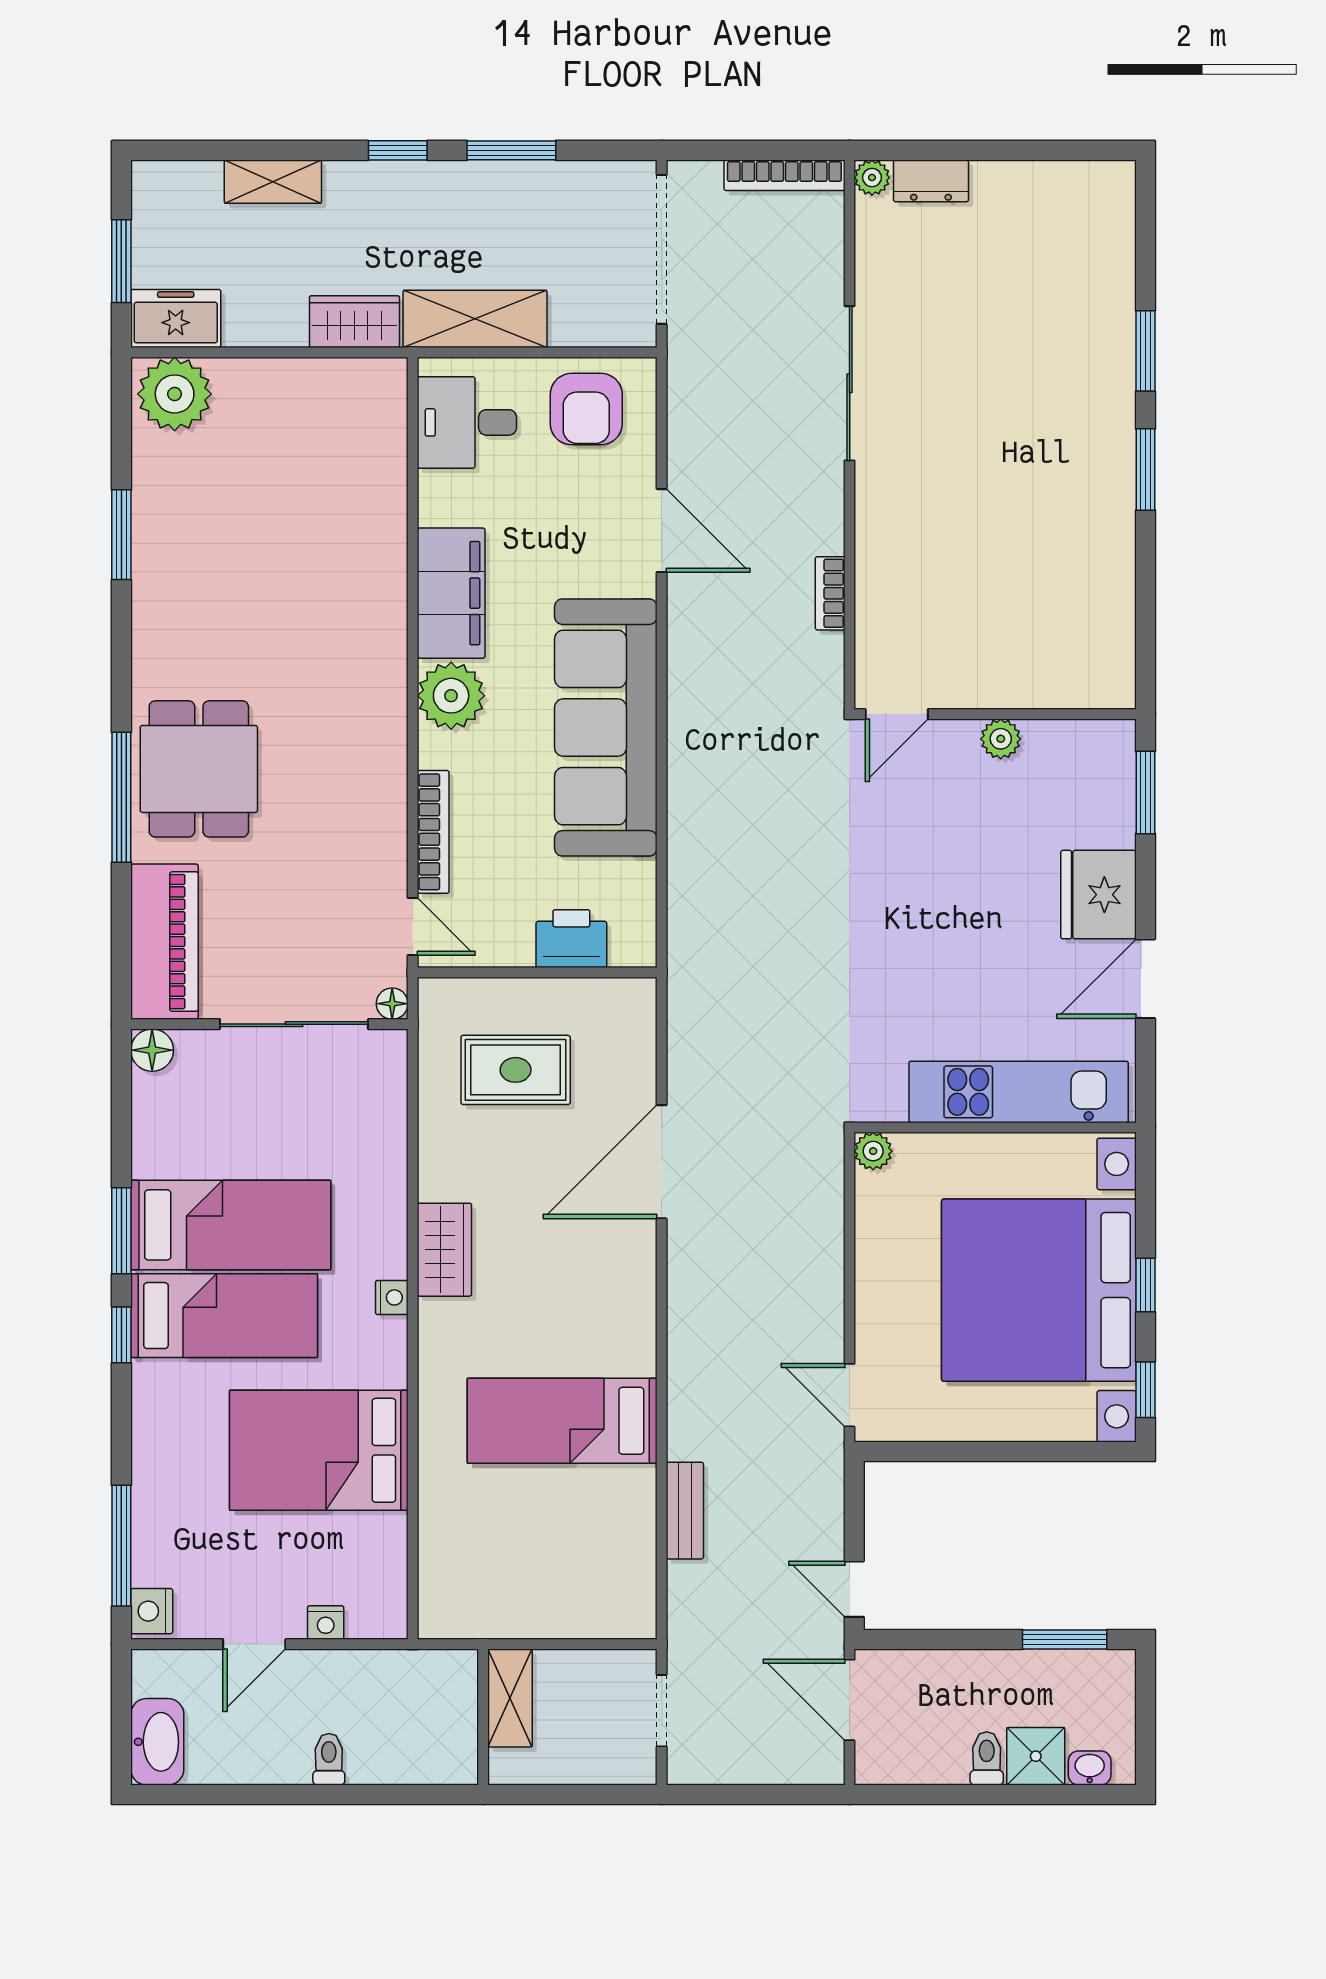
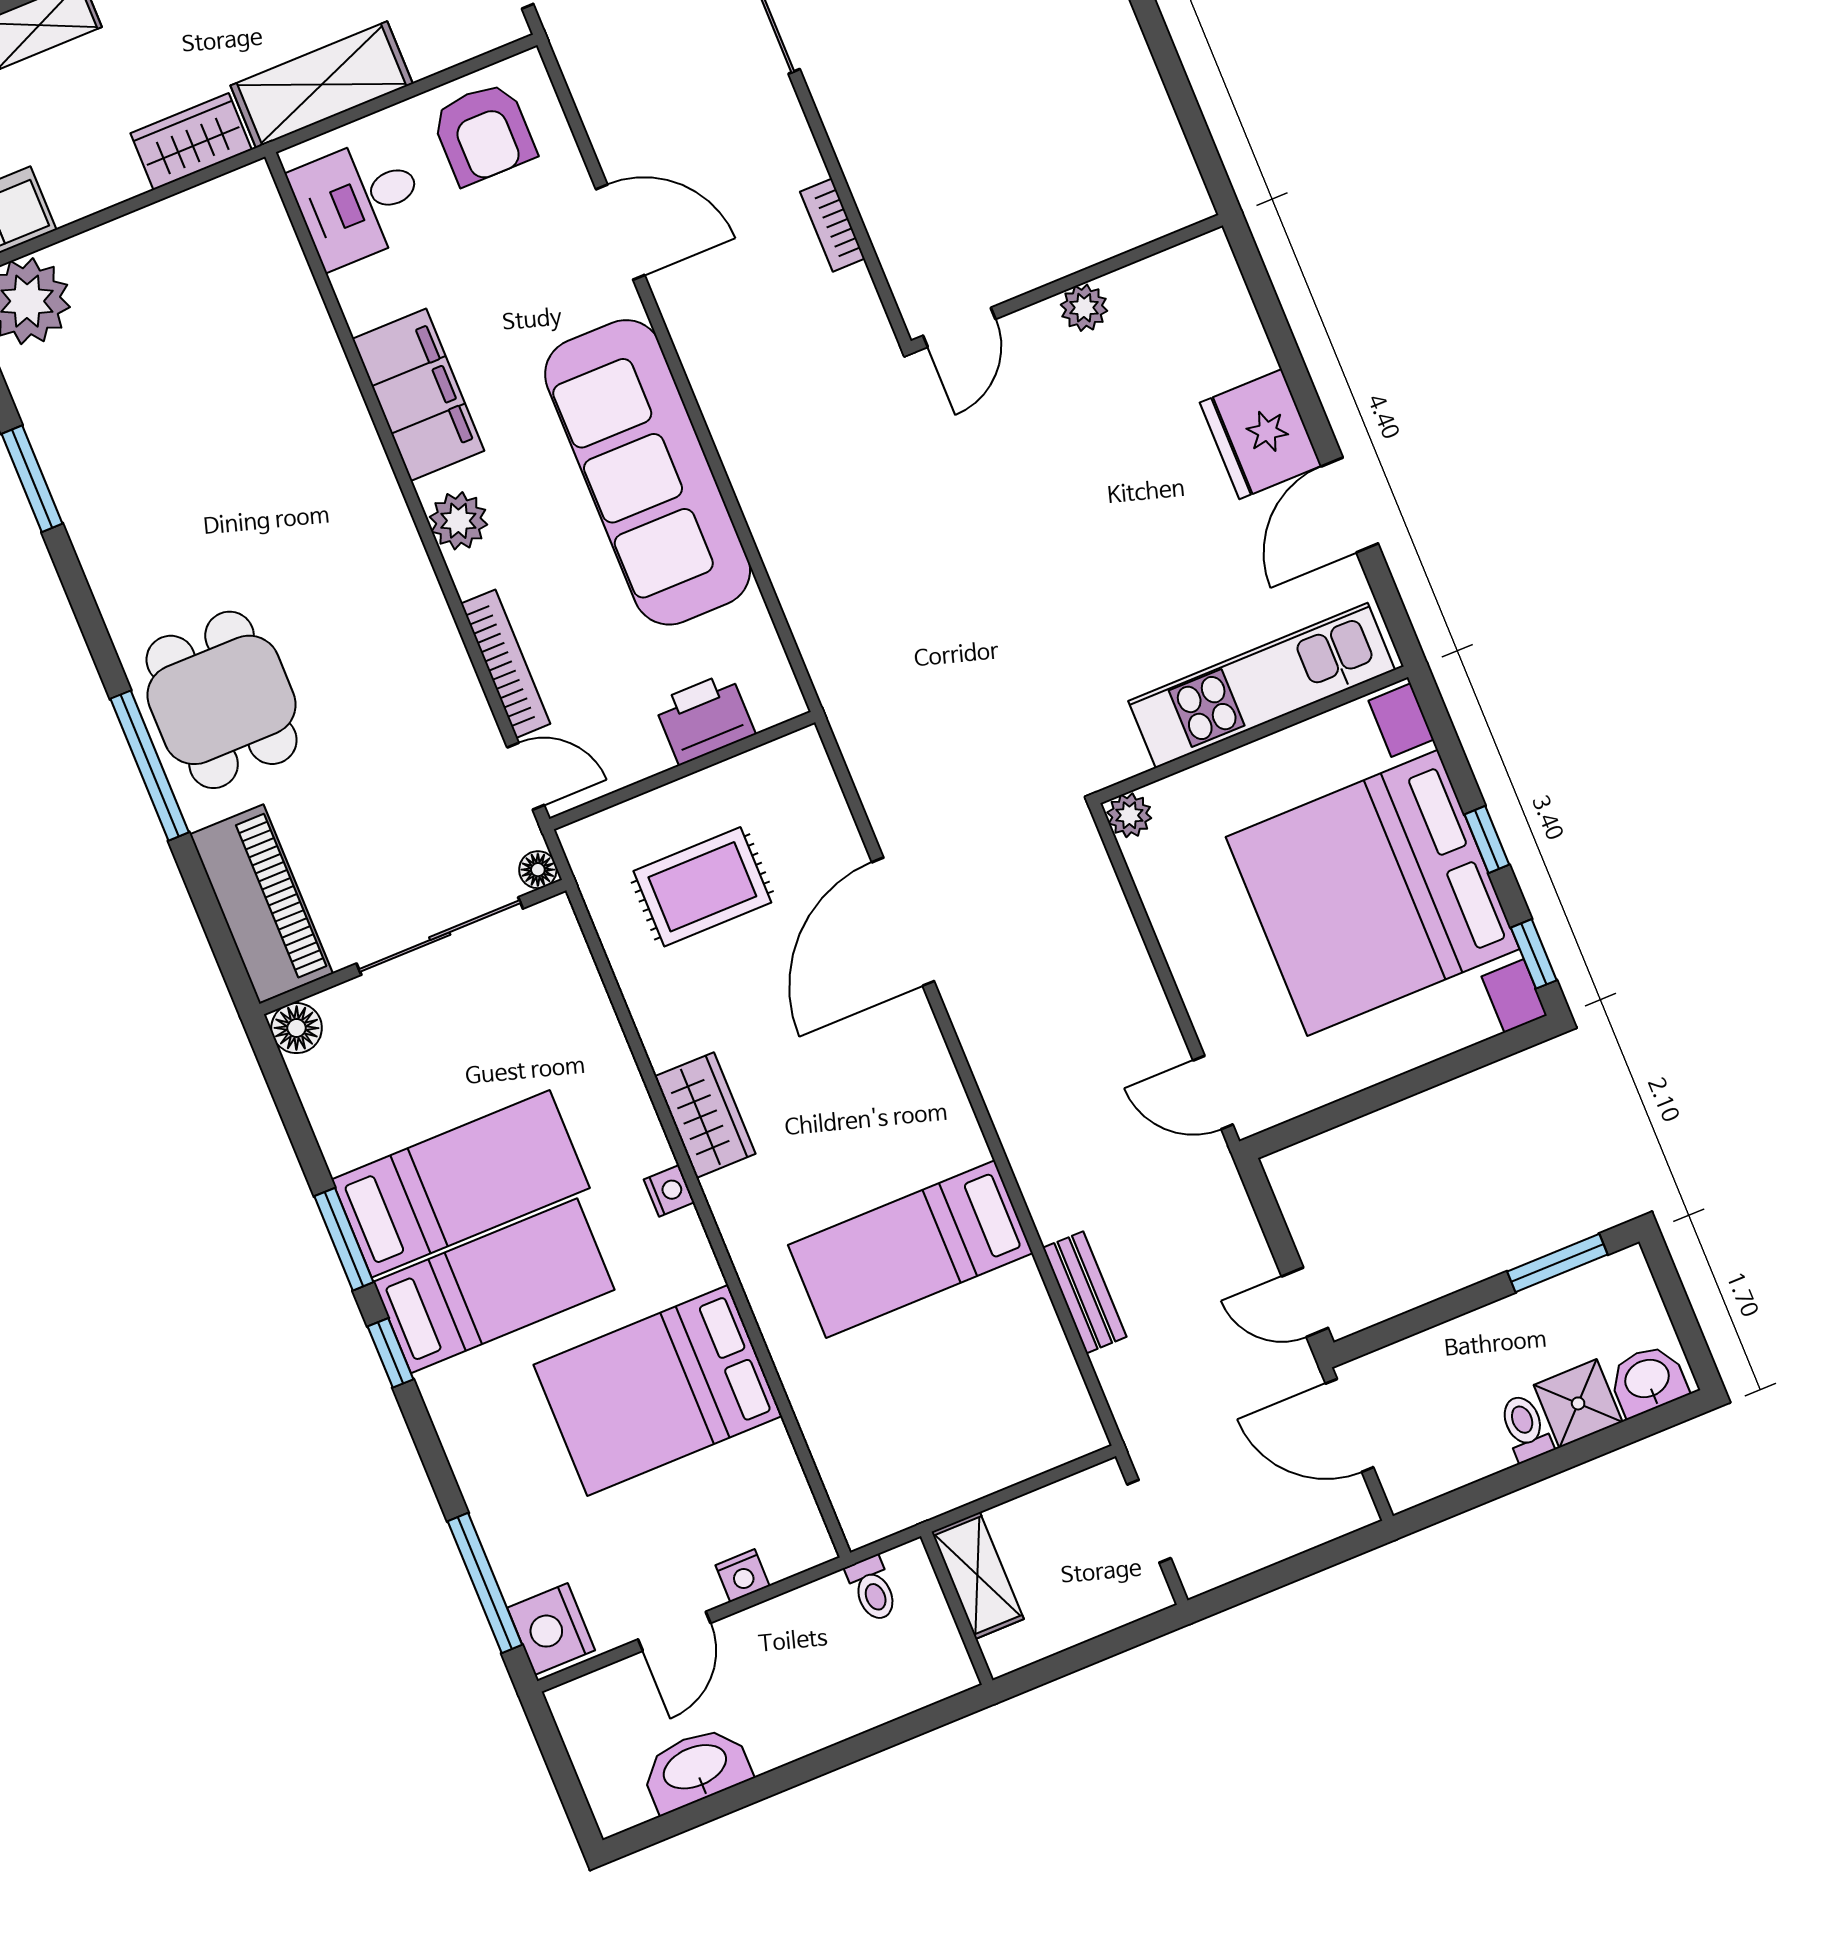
plant: (451, 696) -> (458, 521), width x0.73, depth x0.73
window: (1145, 793) -> (1266, 302), removed
nightstand: (152, 1611) -> (551, 1629), width x1.36, depth x1.33
washbasin: (157, 1742) -> (696, 1768), moved, turned -90
toilet: (329, 1759) -> (872, 1589), moved, turned 180
washbasin: (1090, 1768) -> (1648, 1380), width x1.38, depth x1.45

